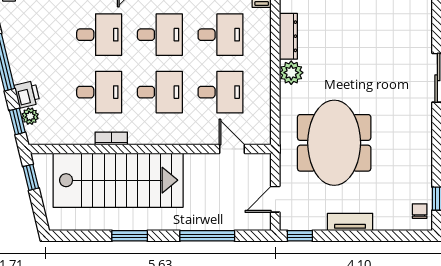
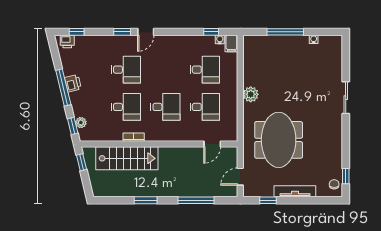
desk: (160, 35) -> (165, 70), removed
dresser: (288, 36) -> (249, 71), removed
printer: (27, 94) -> (73, 83), moved
door: (232, 149) -> (212, 144), swing flipped
stairs: (118, 180) -> (127, 158), width x0.73, depth x0.66
tv unit: (350, 222) -> (295, 191), width x1.41
window: (300, 236) -> (268, 200), moved

